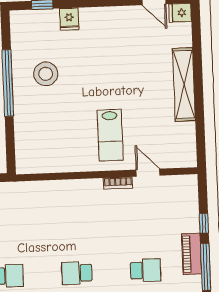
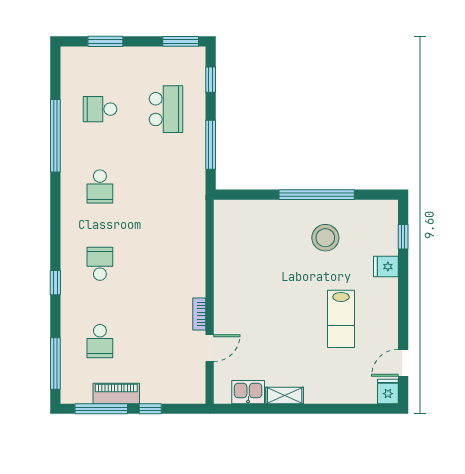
shelving: (184, 85) -> (285, 395), width x0.45, depth x0.75
lab bench: (110, 135) -> (341, 319), moved, turned -90
kitchen sink: (186, 137) -> (248, 392), added

